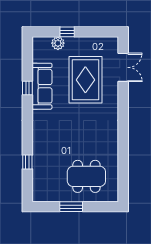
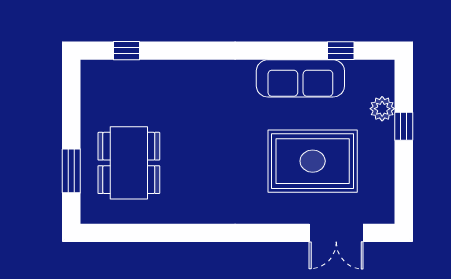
window: (27, 88) -> (341, 51), moved
window: (27, 162) -> (126, 51), moved
window: (71, 207) -> (71, 171), moved

